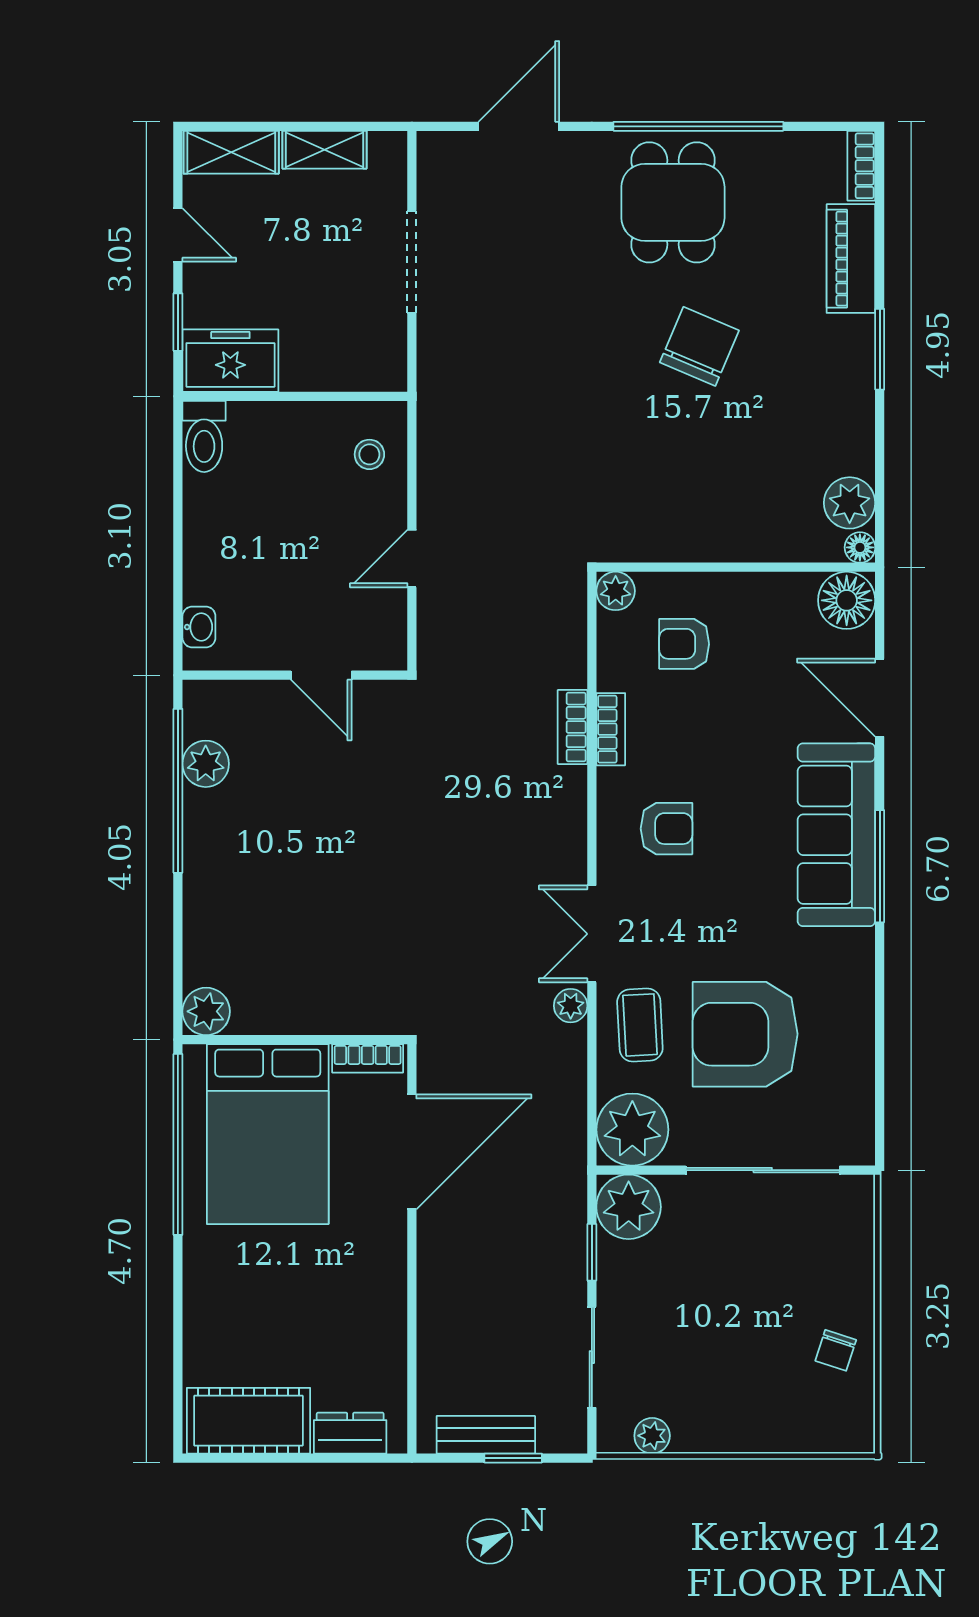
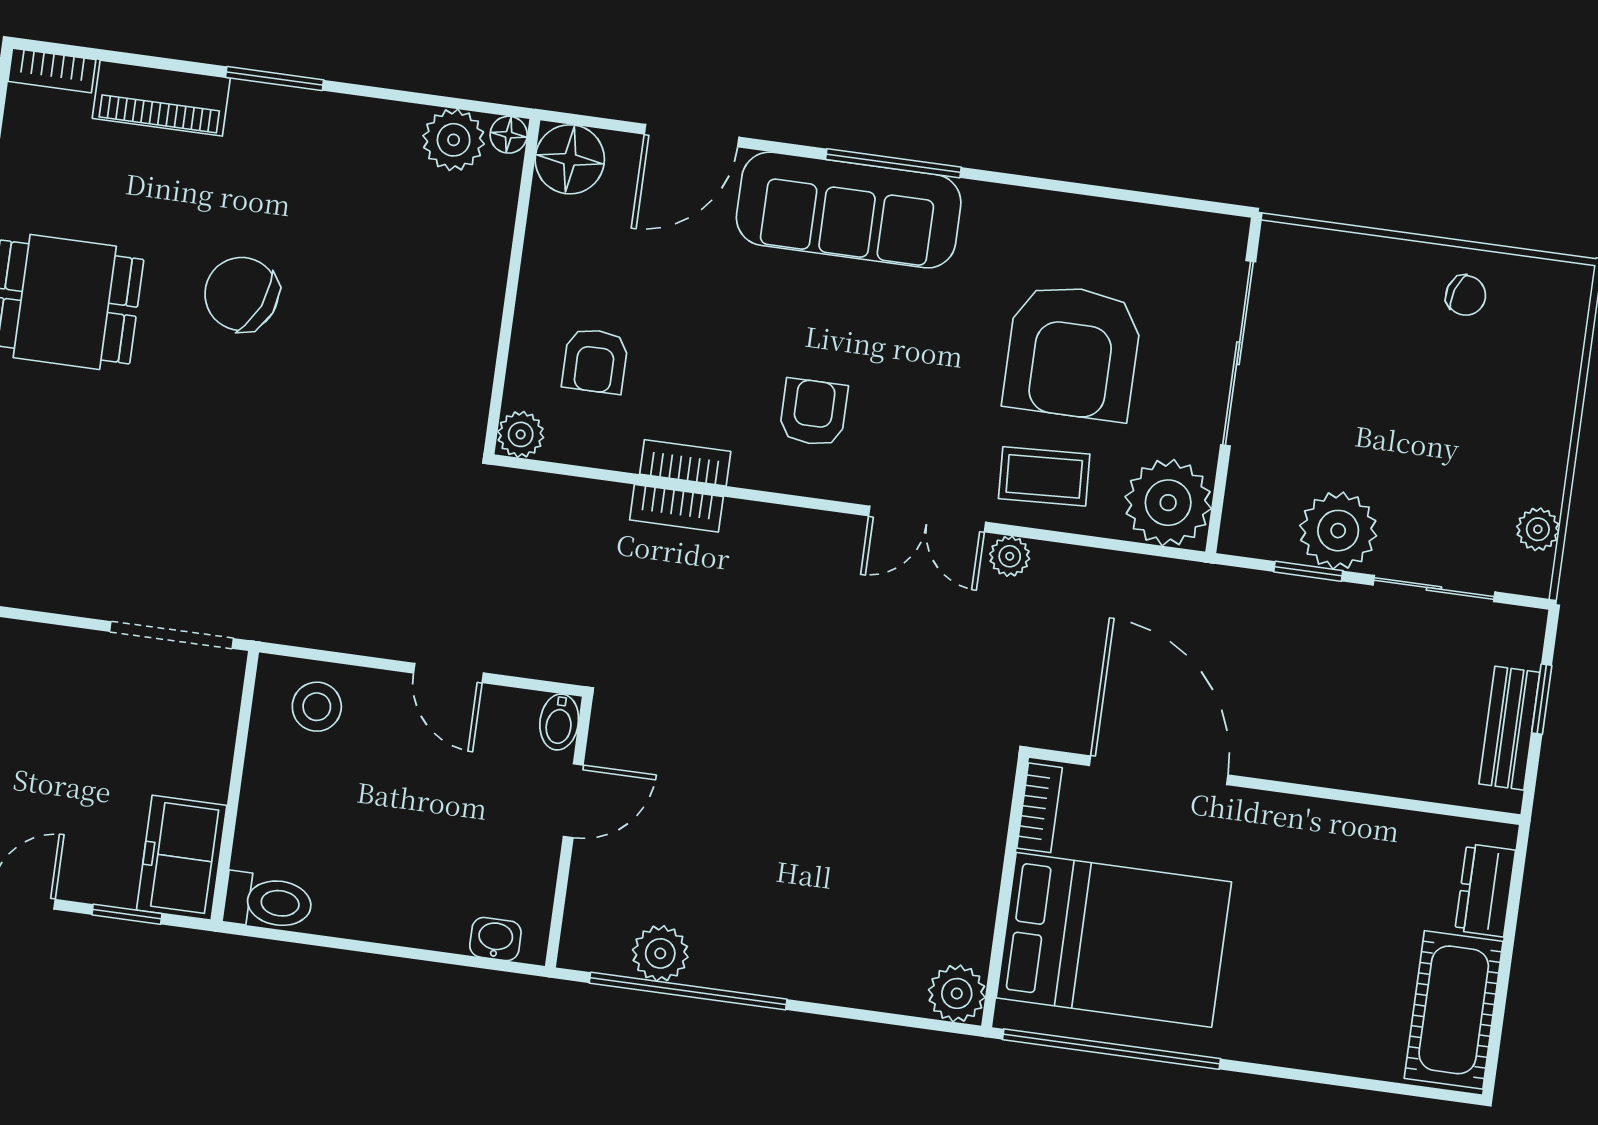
doorway: (412, 262) -> (171, 635), moved
stool: (369, 454) -> (317, 707), width x1.37, depth x1.37
bidet: (384, 655) -> (559, 722), added
plant: (629, 1207) -> (1338, 531), moved

